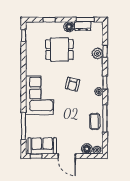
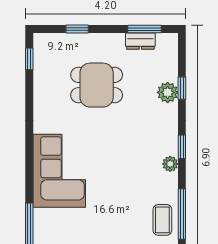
floor lamp: (69, 27) -> (114, 42), removed
armchair: (72, 84) -> (121, 150), removed

